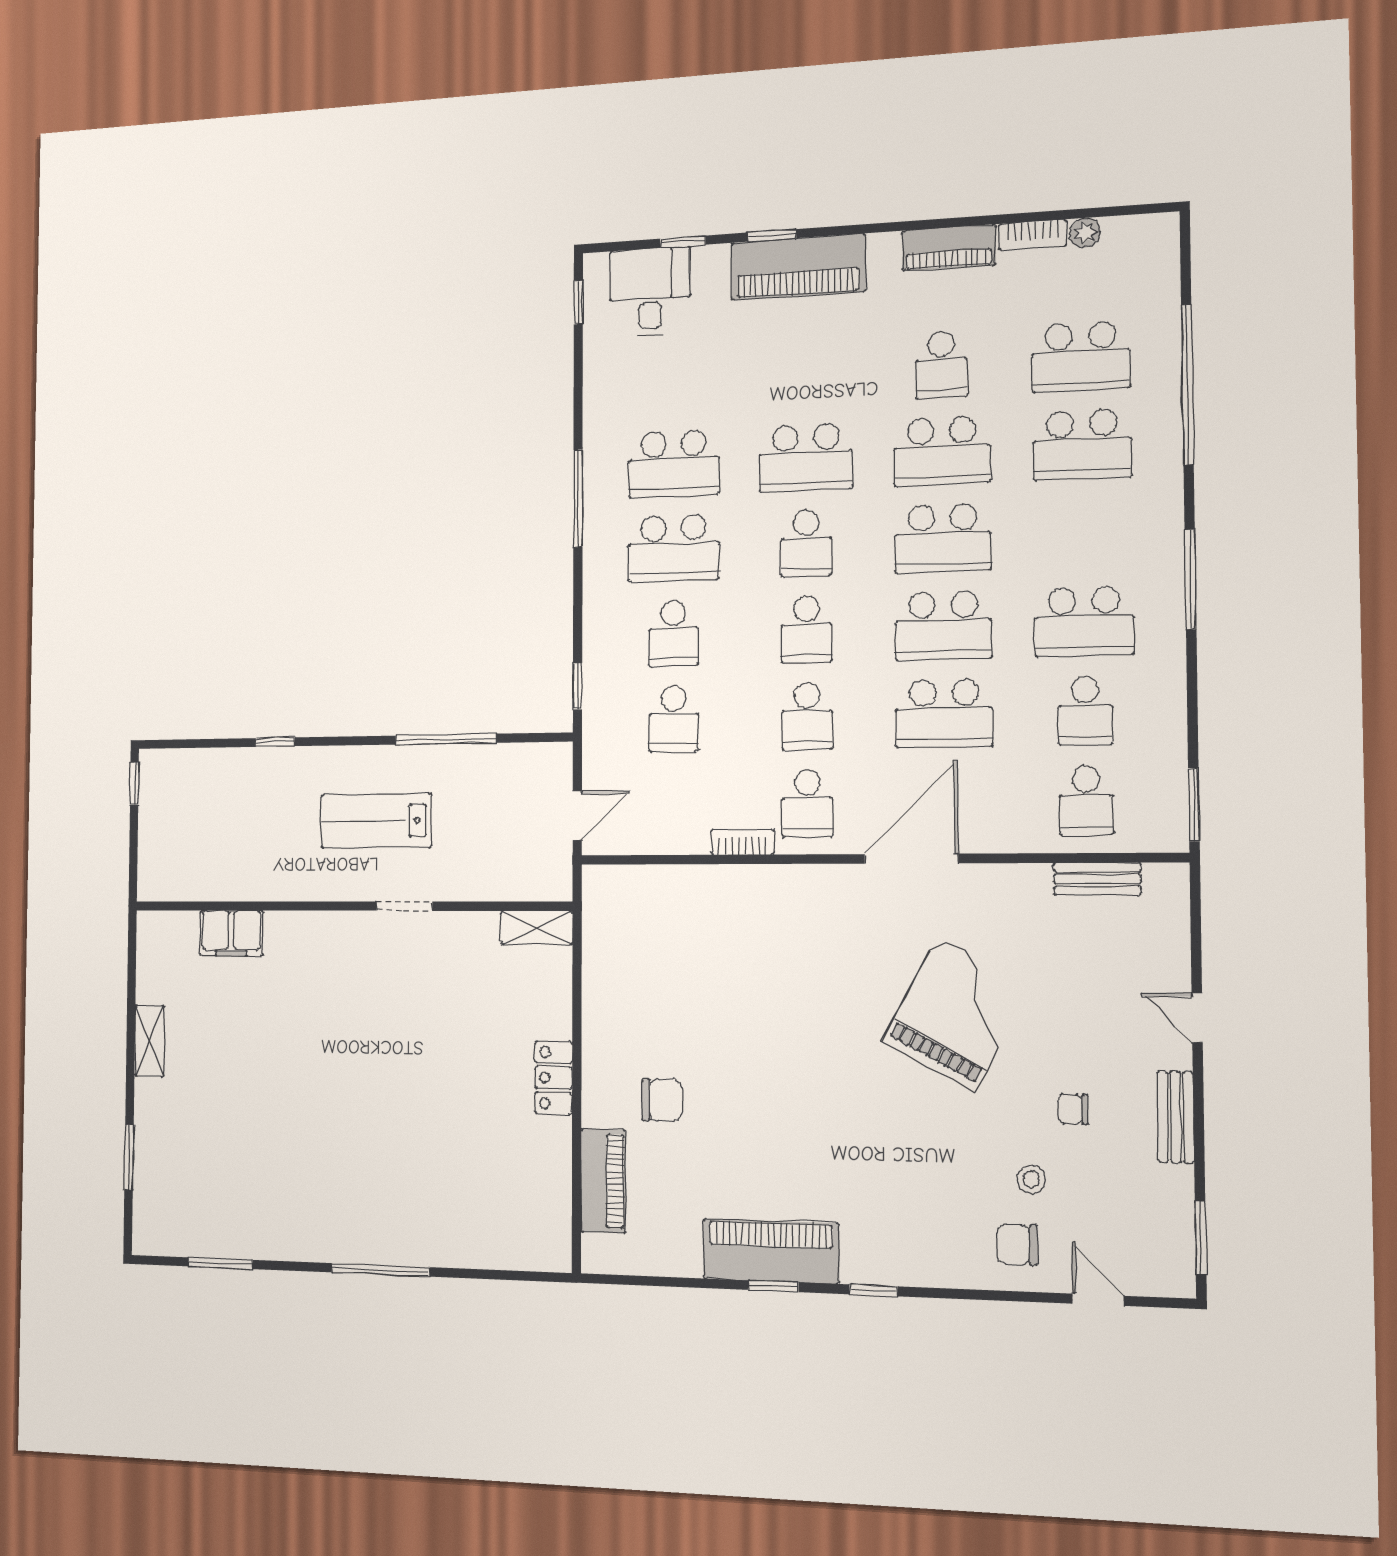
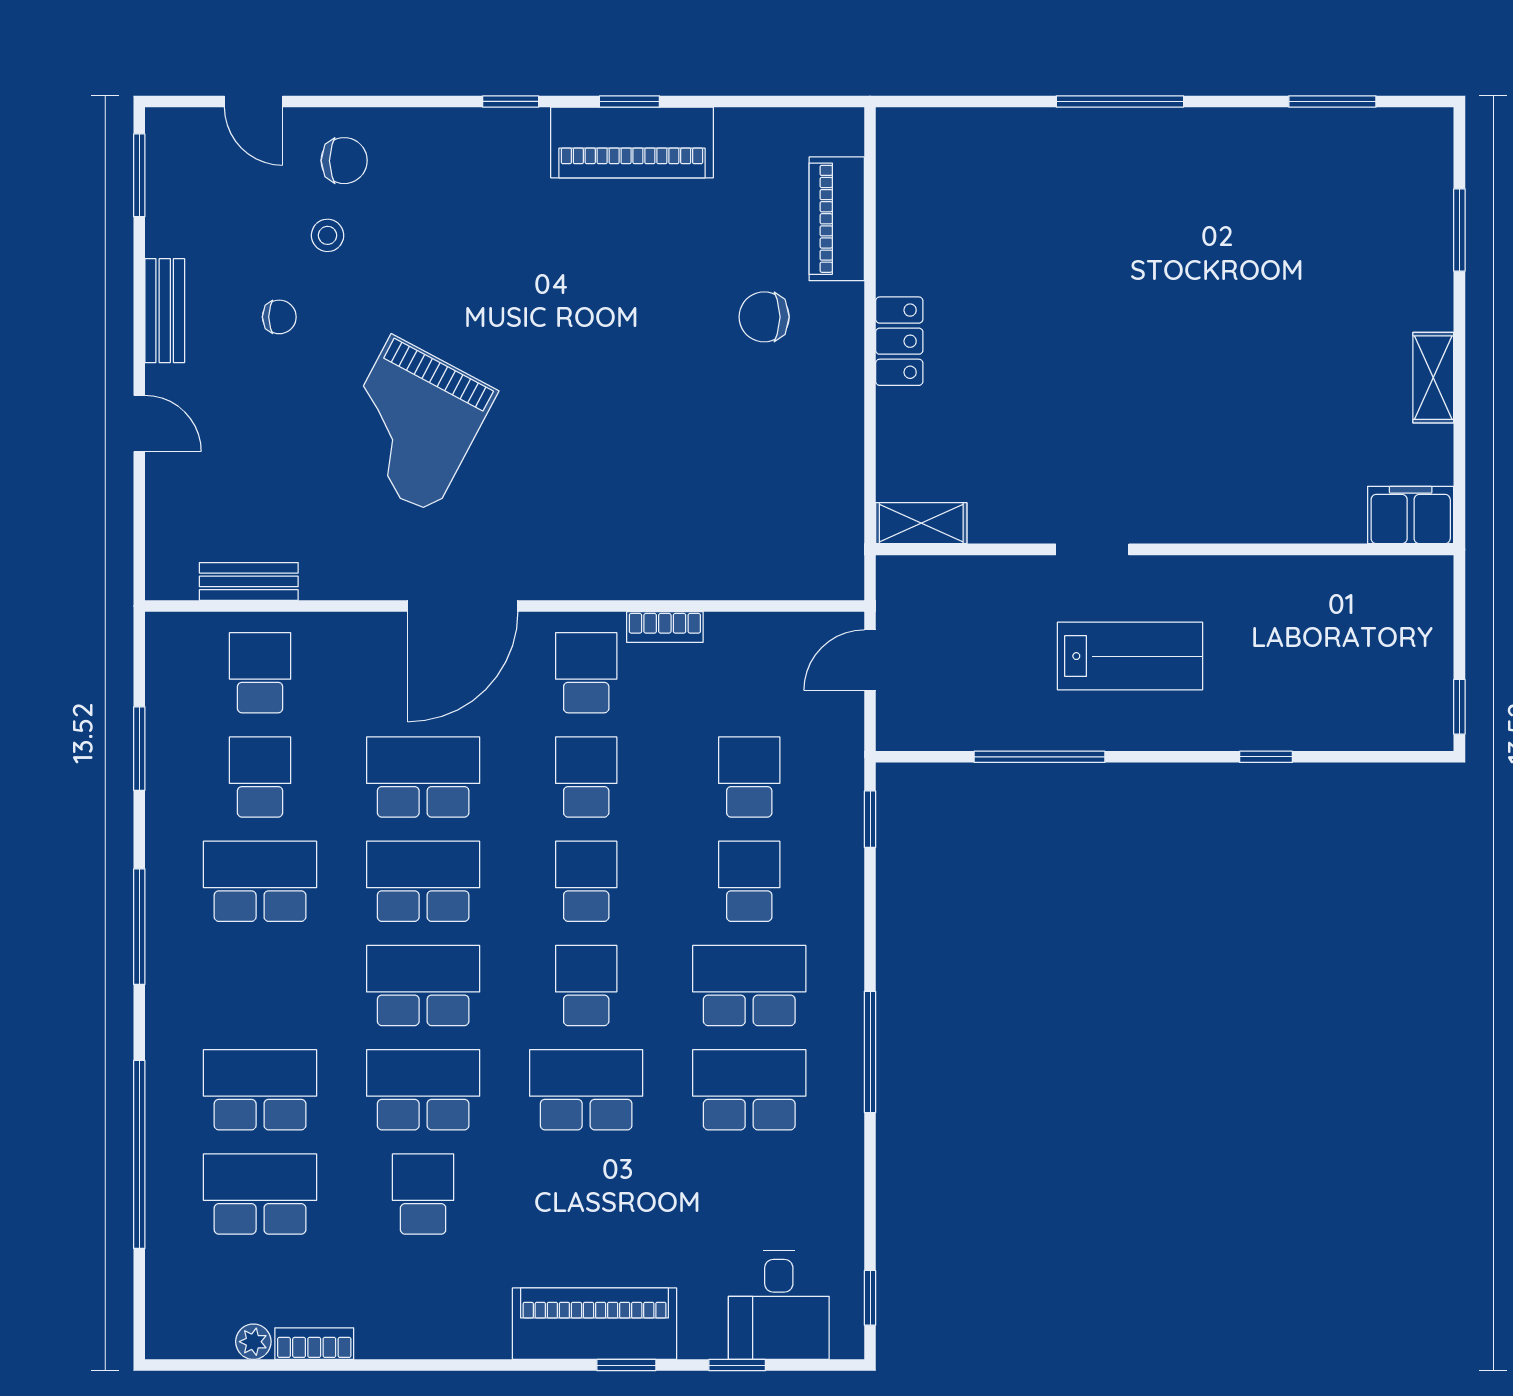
piano: (949, 248) -> (413, 1335), removed
window: (1194, 805) -> (139, 749), moved
filing cabinet: (231, 933) -> (1411, 515), moved

